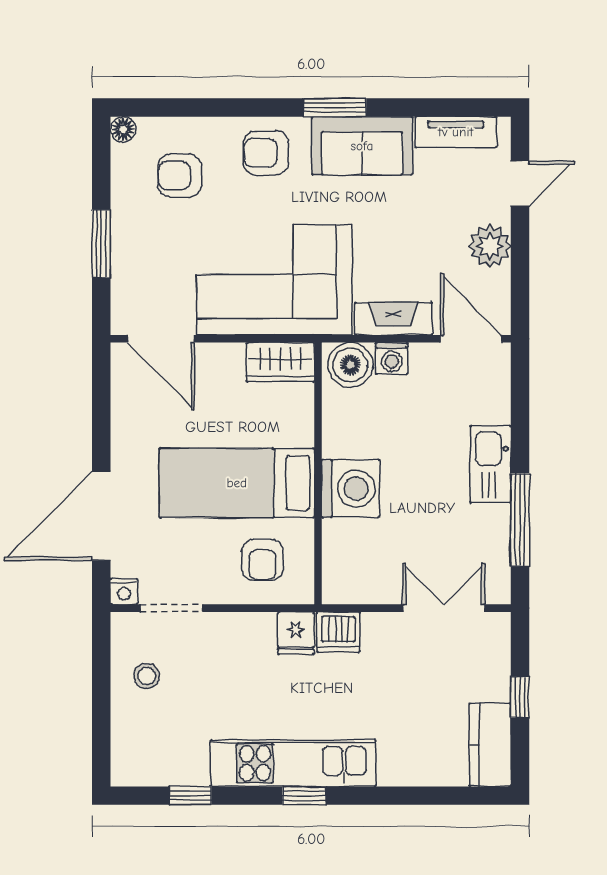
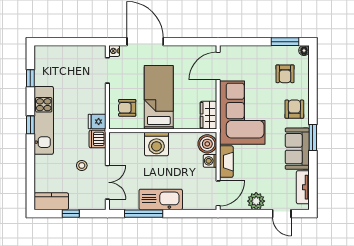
armchair: (180, 176) -> (285, 74), turned 180
window: (101, 244) -> (285, 42), moved
kitchen sink: (491, 464) -> (161, 199), width x1.36, depth x1.24
stool: (147, 676) -> (82, 166), moved

